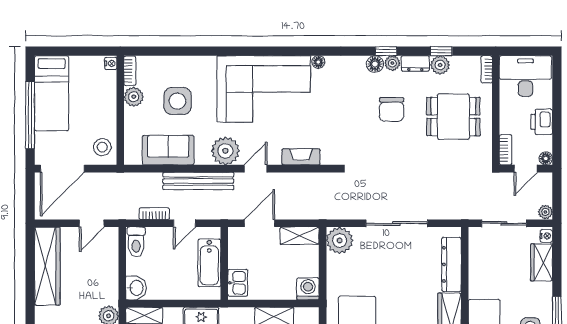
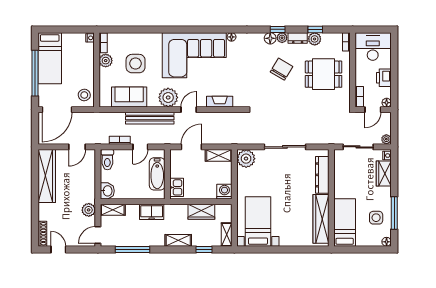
chair: (392, 109) -> (281, 69), turned -149

